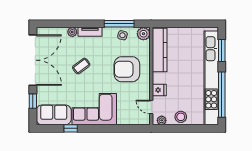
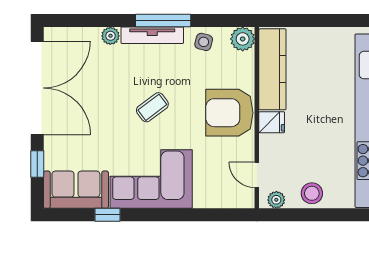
window: (119, 24) -> (163, 21), moved
tv unit: (90, 32) -> (152, 35), width x1.41
coffee table: (81, 66) -> (152, 107), moved
armchair: (127, 69) -> (229, 113), moved
fridge: (159, 90) -> (272, 122), moved

